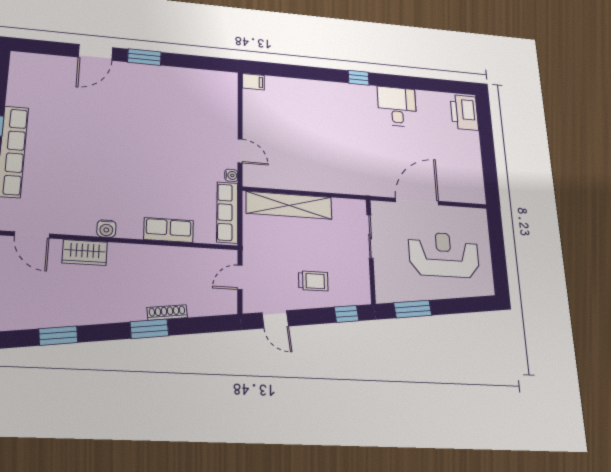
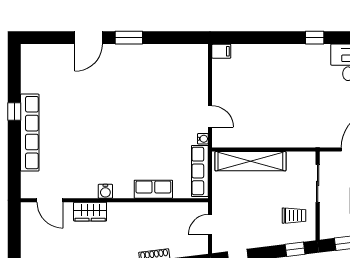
trolley: (313, 281) -> (294, 216), moved

